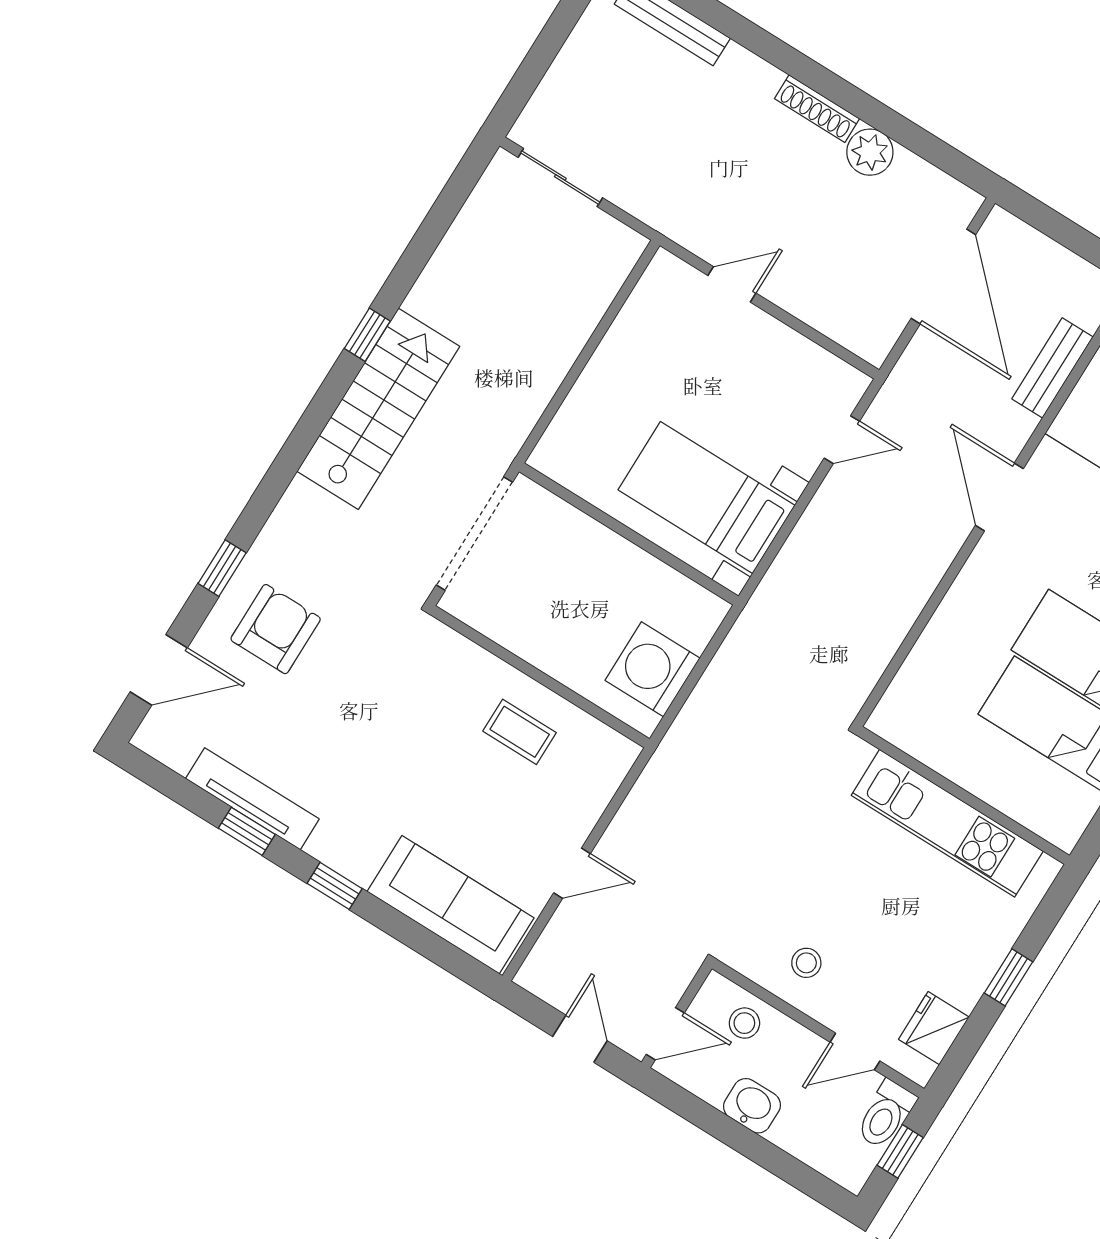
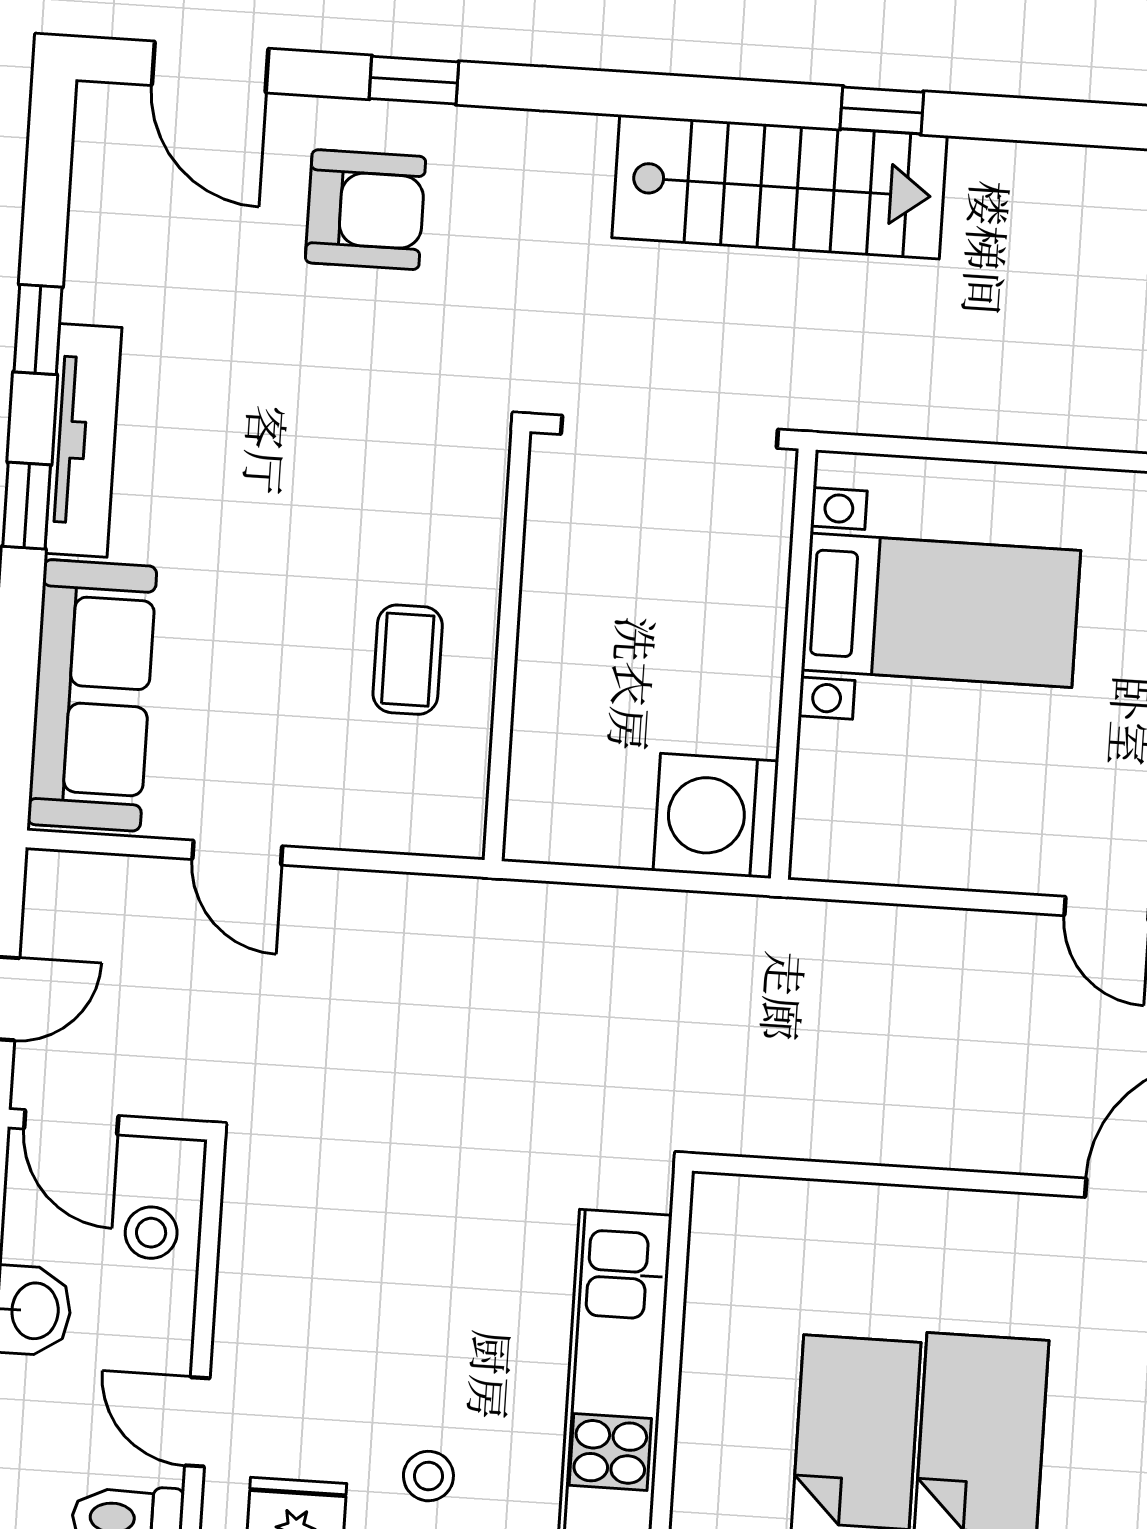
bed with nightstands: (707, 498) -> (941, 610), moved, turned 90
washing machine: (652, 669) -> (716, 816), moved, turned -90
tv unit: (252, 799) -> (83, 440), moved
stool: (806, 963) -> (428, 1476), moved

